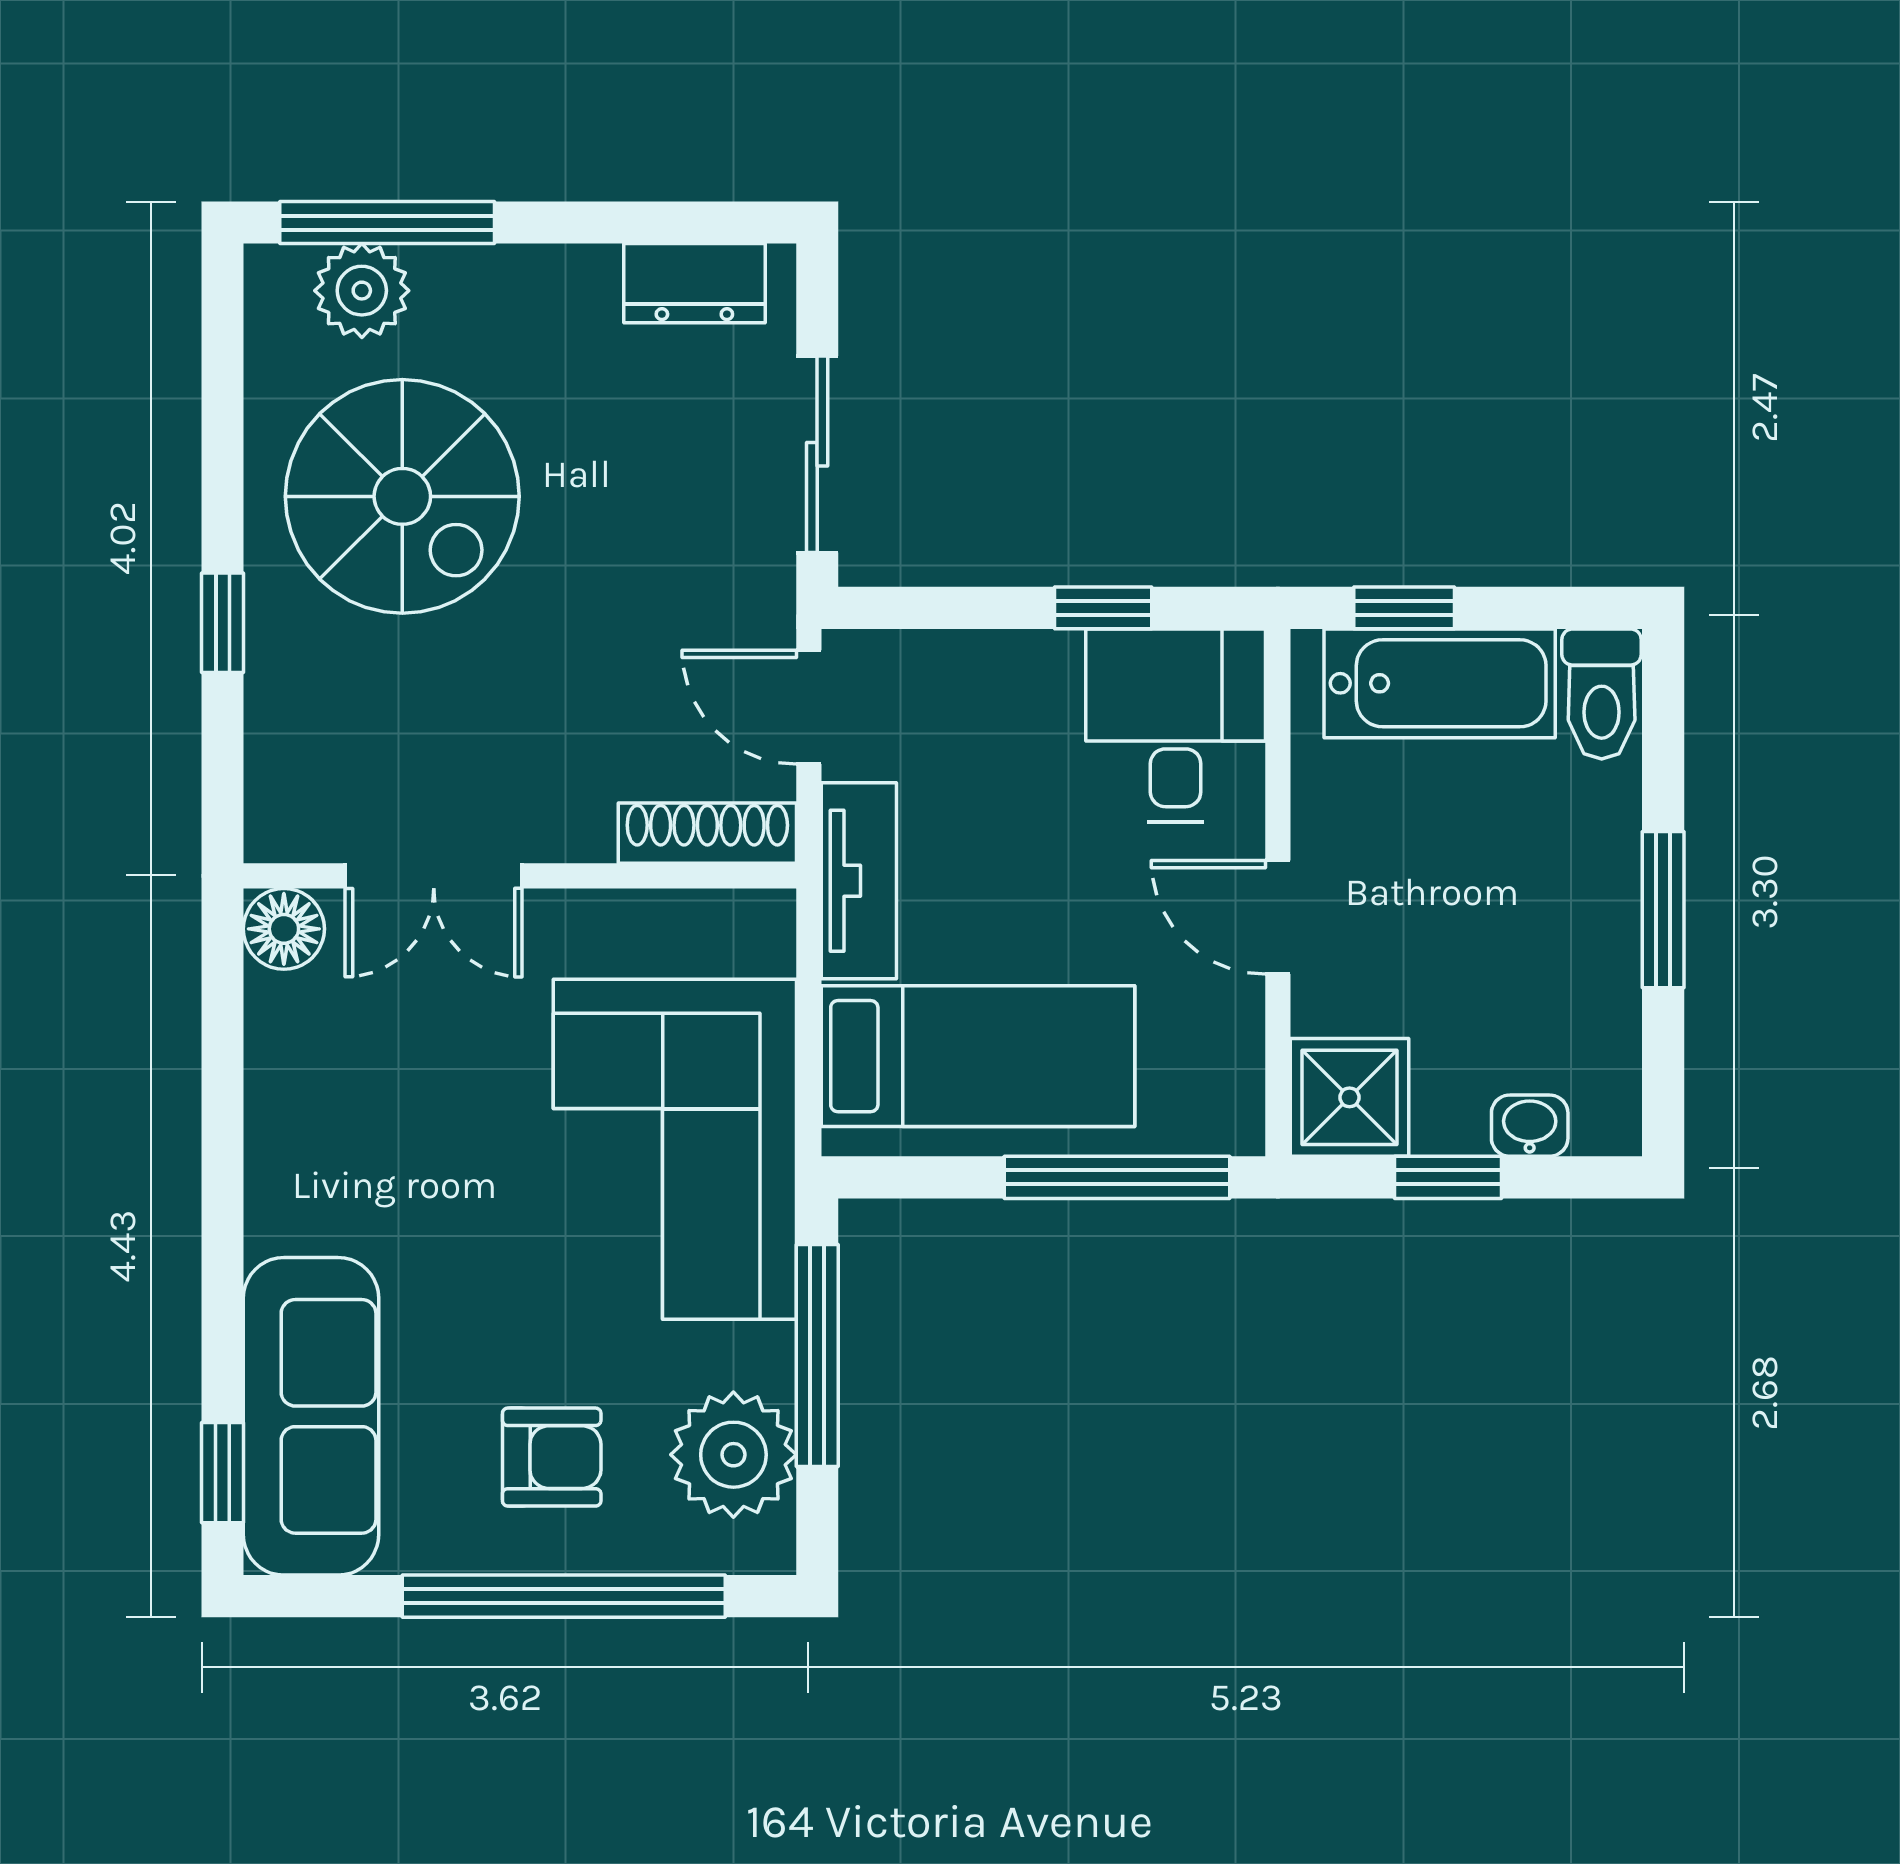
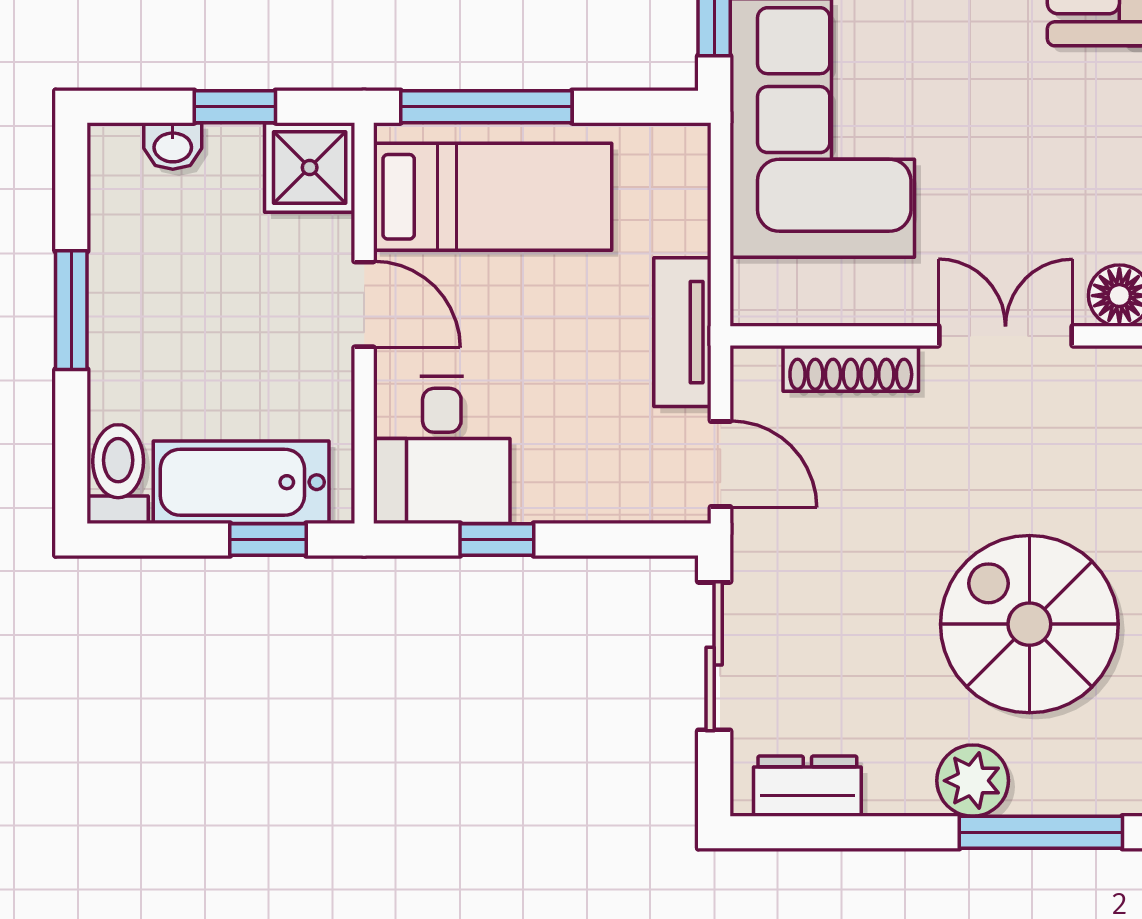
plant: (362, 291) -> (973, 781), moved
shoe rack: (707, 833) -> (851, 368), moved
bed: (978, 1056) -> (493, 197), moved, turned 180

